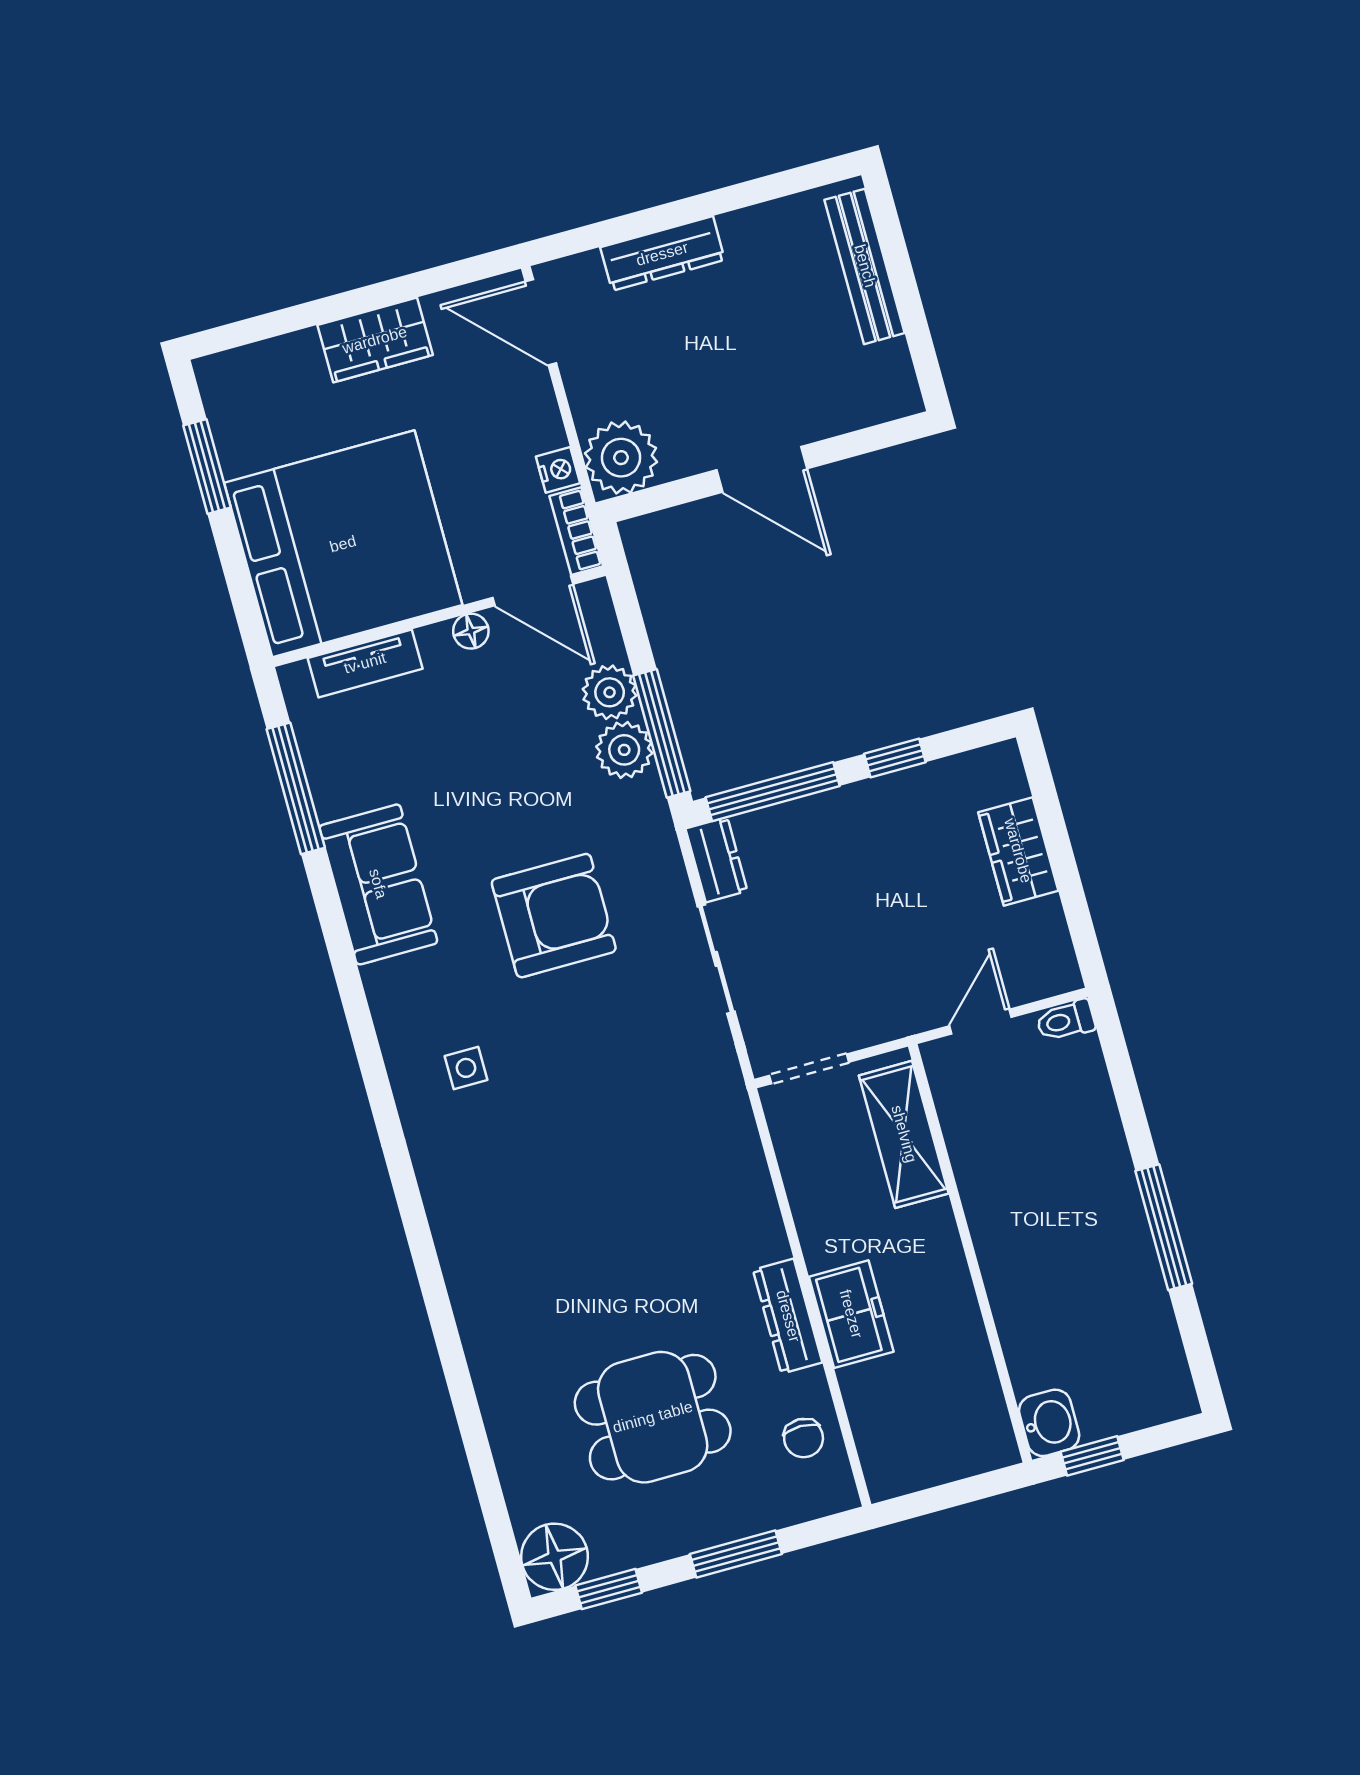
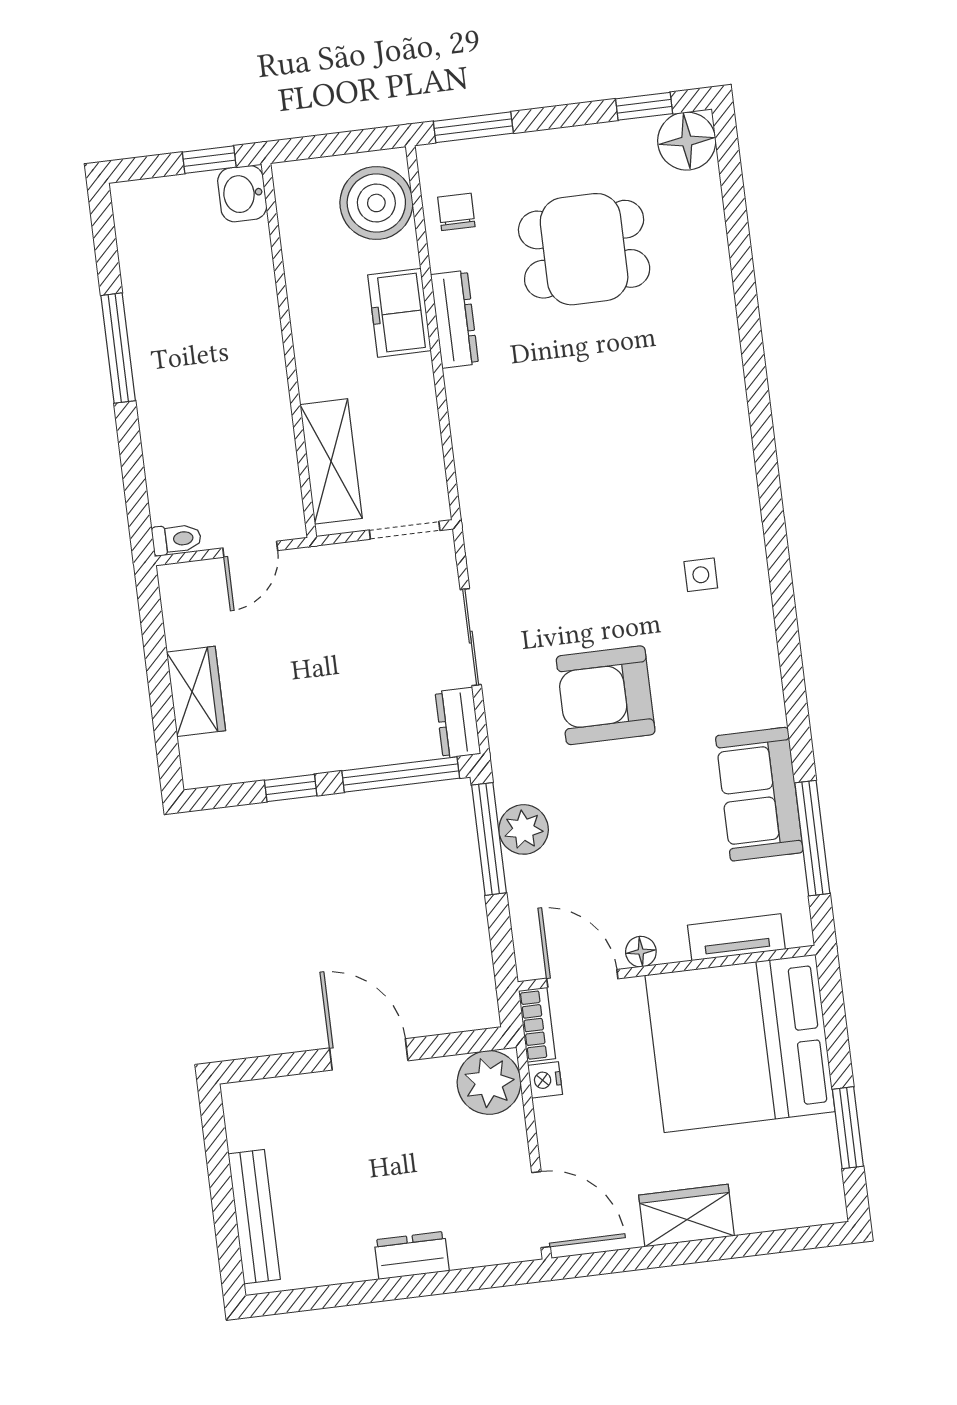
dresser: (662, 254) -> (412, 1255), width x0.70
plant: (610, 692) -> (529, 881), removed
sofa: (378, 884) -> (759, 794), moved
boiler: (896, 1435) -> (376, 203), added
window: (736, 1554) -> (473, 127), moved

